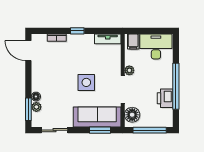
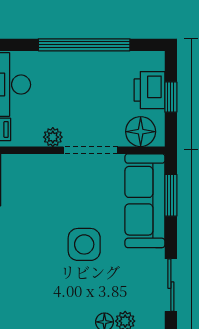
side table: (86, 82) -> (84, 244), moved
printer: (165, 98) -> (150, 90), moved, turned 90
window: (150, 130) -> (171, 97), width x0.46

